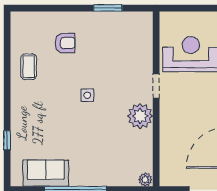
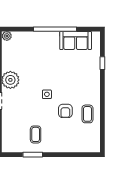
coffee table: (104, 37) -> (36, 134), added
armchair: (65, 43) -> (65, 111), moved, turned -90

